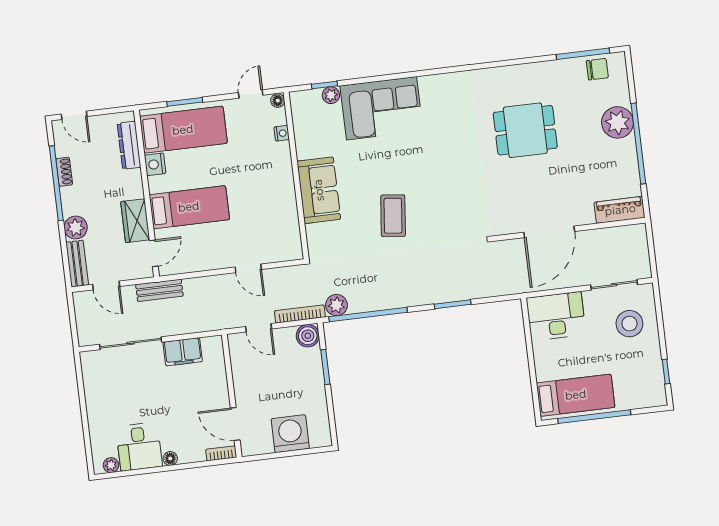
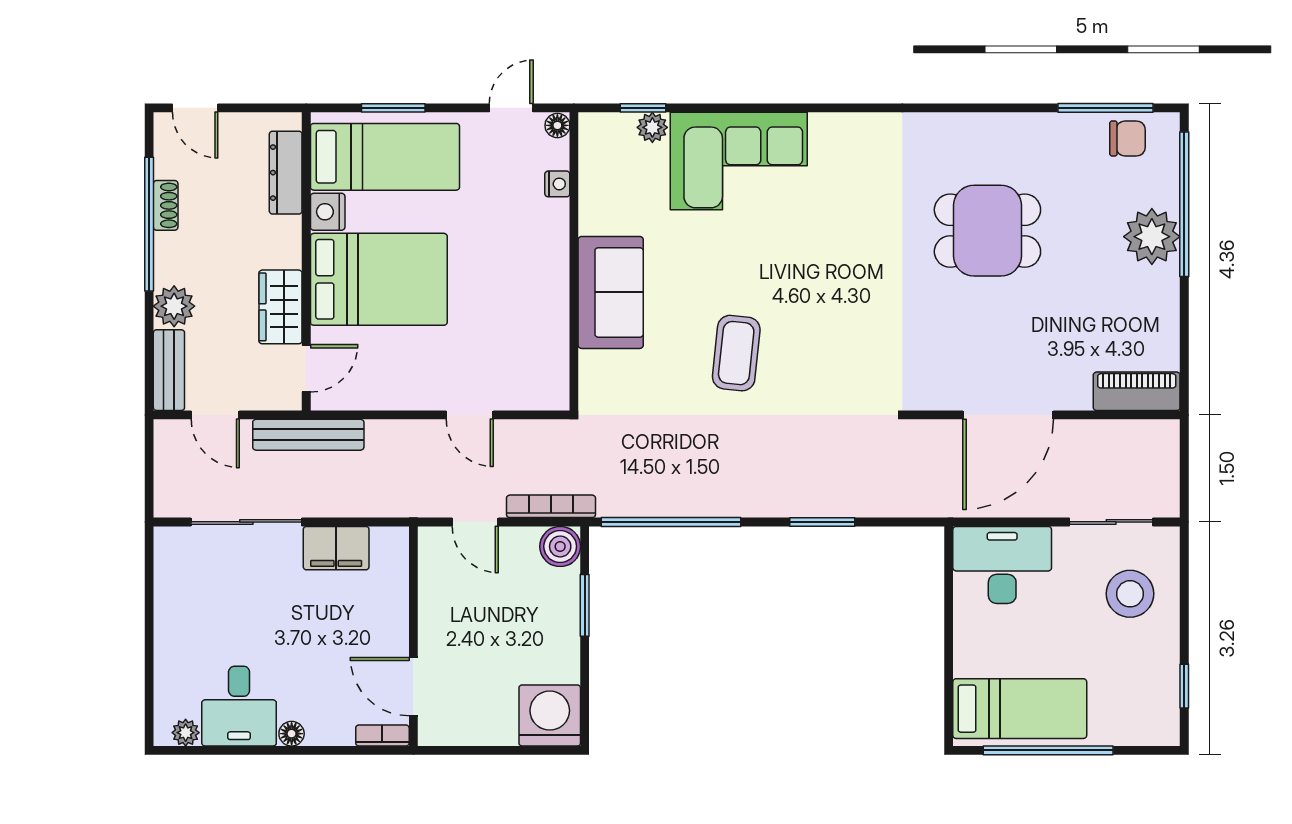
window: (638, 143) -> (1184, 204), moved
bed: (189, 207) -> (379, 279), width x1.50
bench: (159, 290) -> (308, 435), width x1.36
plant: (336, 305) -> (617, 499), removed
washing machine: (290, 434) -> (550, 715), moved

